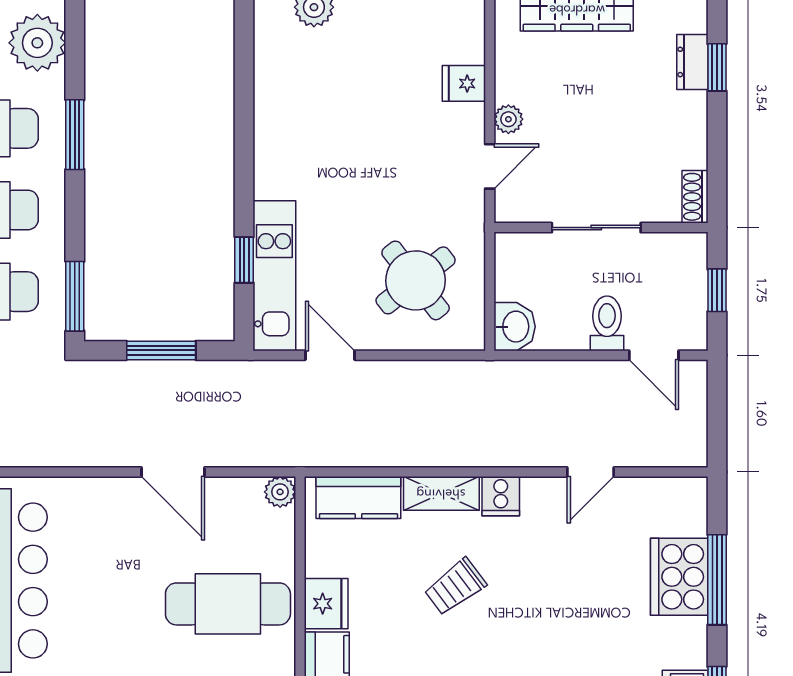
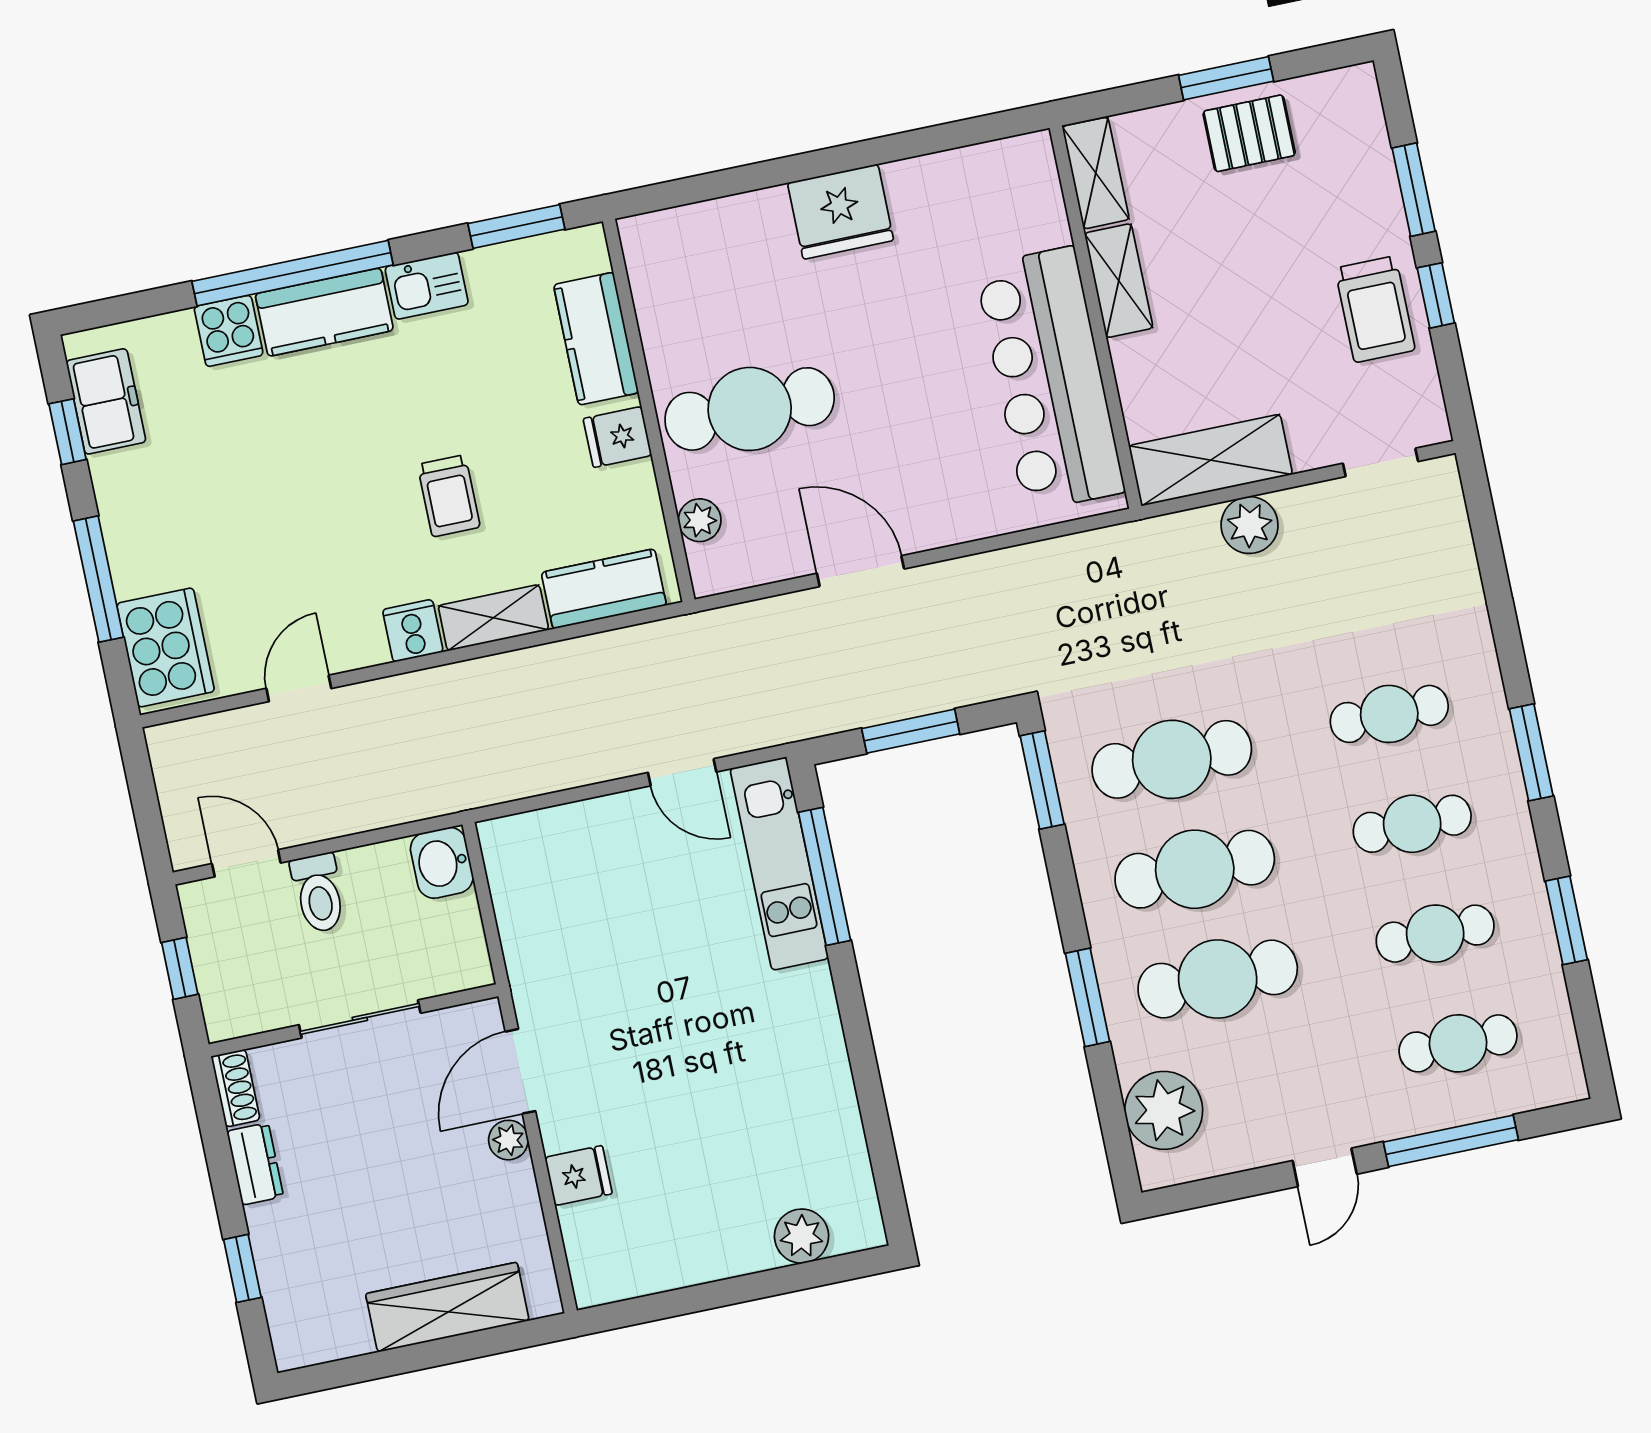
dresser: (692, 62) -> (255, 1164), moved
door: (490, 166) -> (520, 1071), width x1.38
window: (244, 260) -> (824, 876), width x2.17
round table: (416, 280) -> (588, 897), removed
plant: (280, 492) -> (700, 520), moved
cooker: (679, 577) -> (166, 647), moved
trolley: (455, 587) -> (449, 496), turned 127
fridge: (326, 604) -> (618, 437), width x0.72

